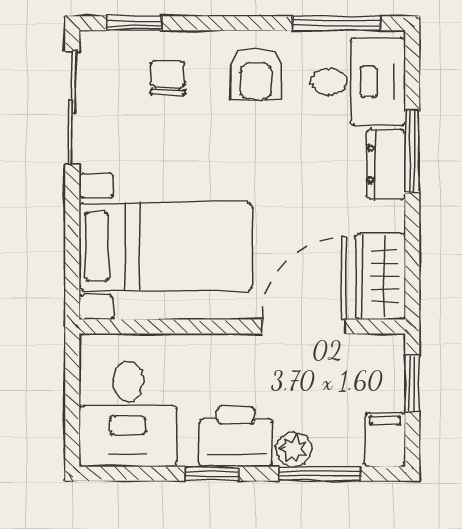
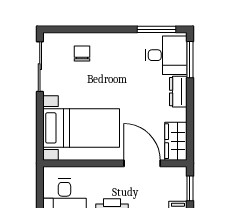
window: (134, 23) -> (67, 29), removed
armchair: (256, 74) -> (121, 52), removed
window: (412, 152) -> (190, 60), moved
door: (304, 327) -> (142, 163), hinge flipped

